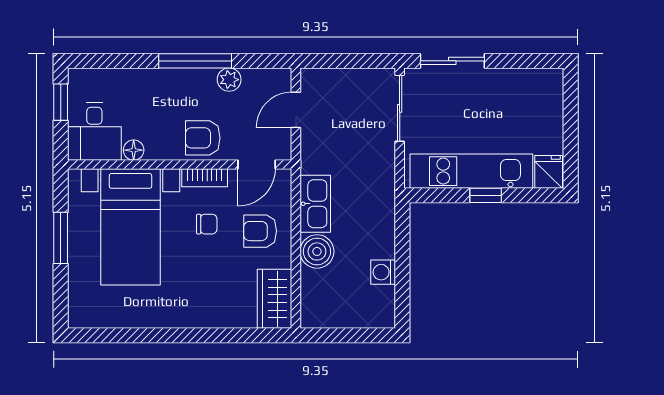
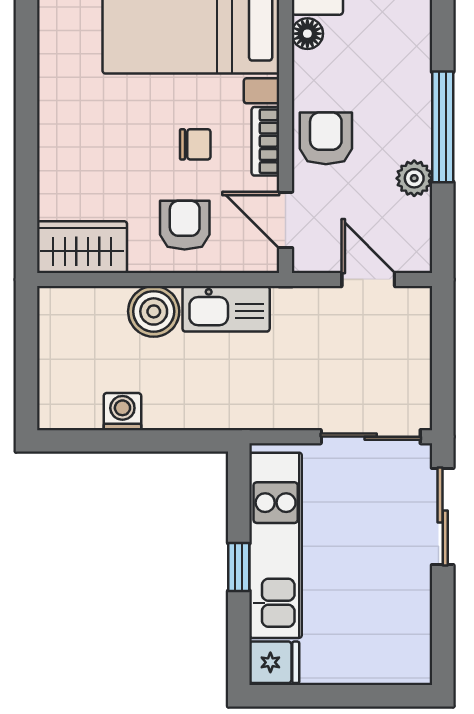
chair: (207, 224) -> (195, 144), turned -90

